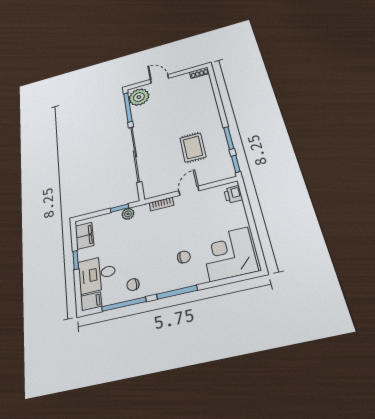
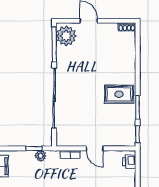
rug: (193, 147) -> (119, 94), moved, turned 90
door: (189, 191) -> (95, 148), swing flipped

